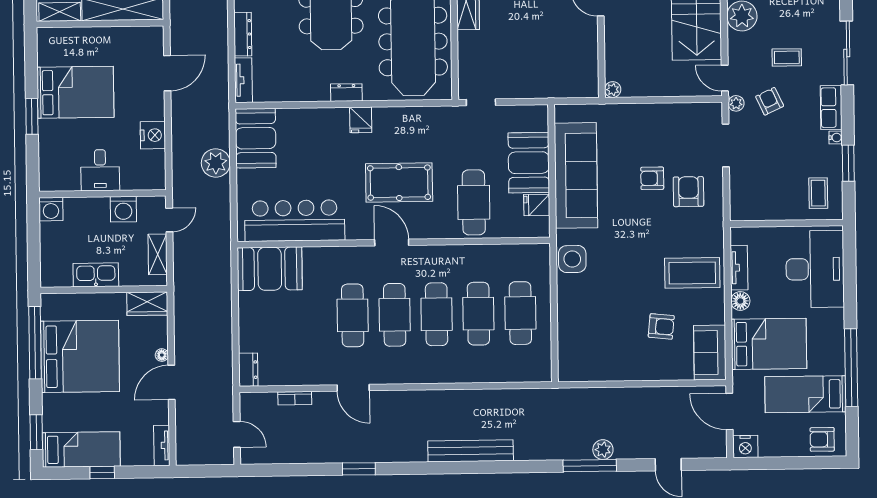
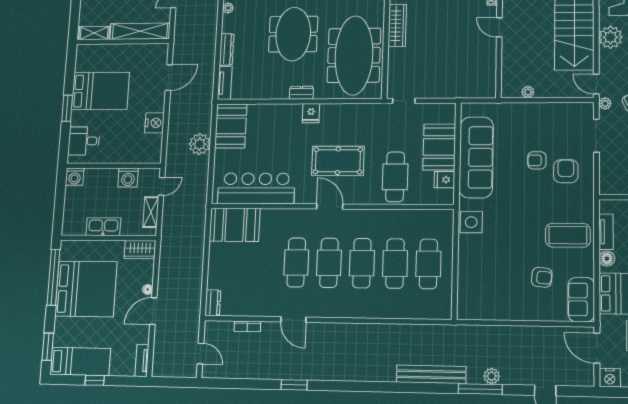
plant: (613, 90) -> (528, 92), moved
desk: (100, 170) -> (84, 141), moved, turned 90
bench: (471, 451) -> (431, 374), moved

